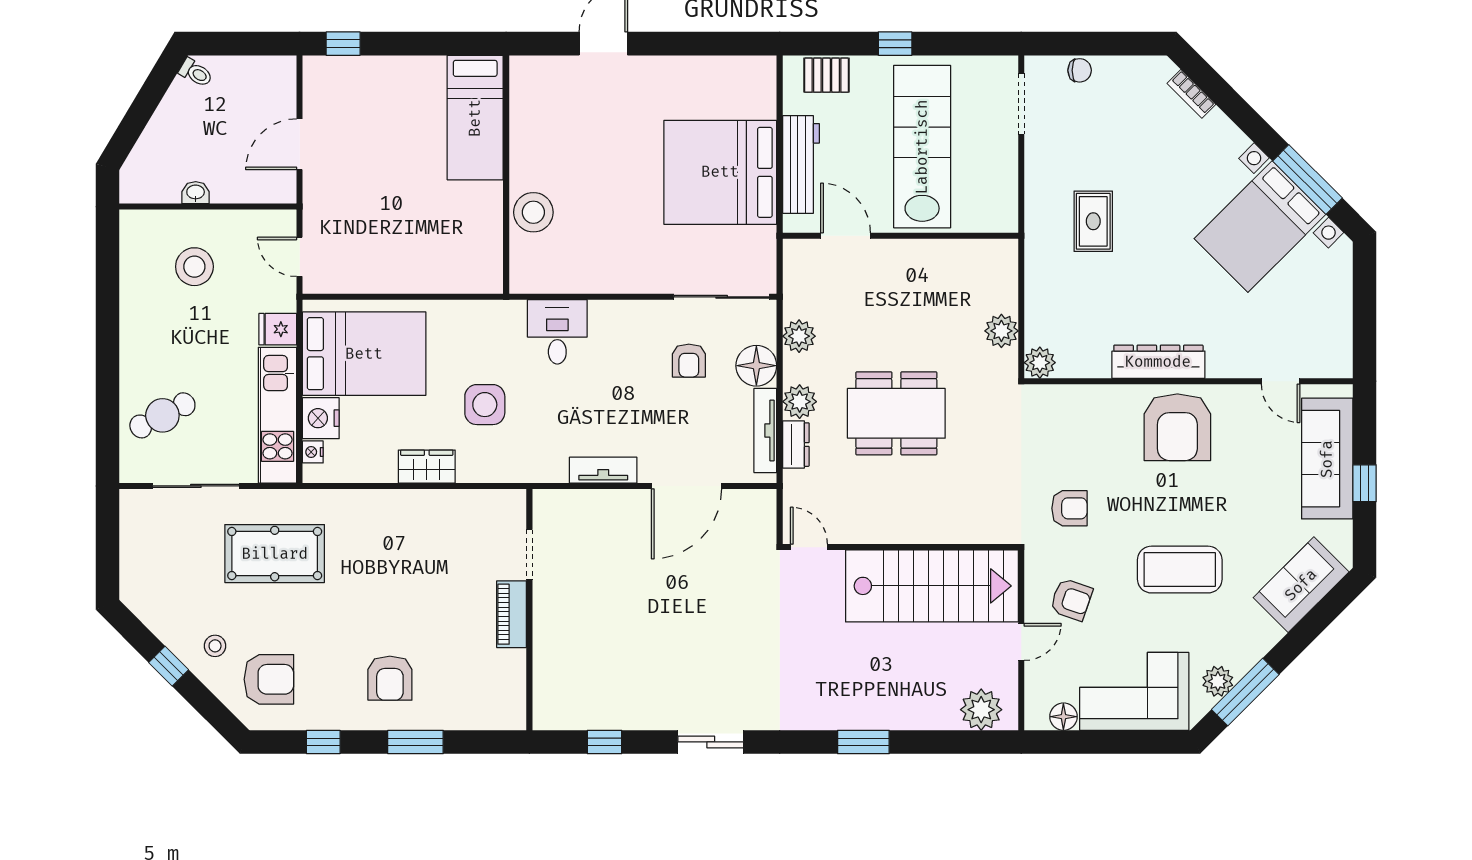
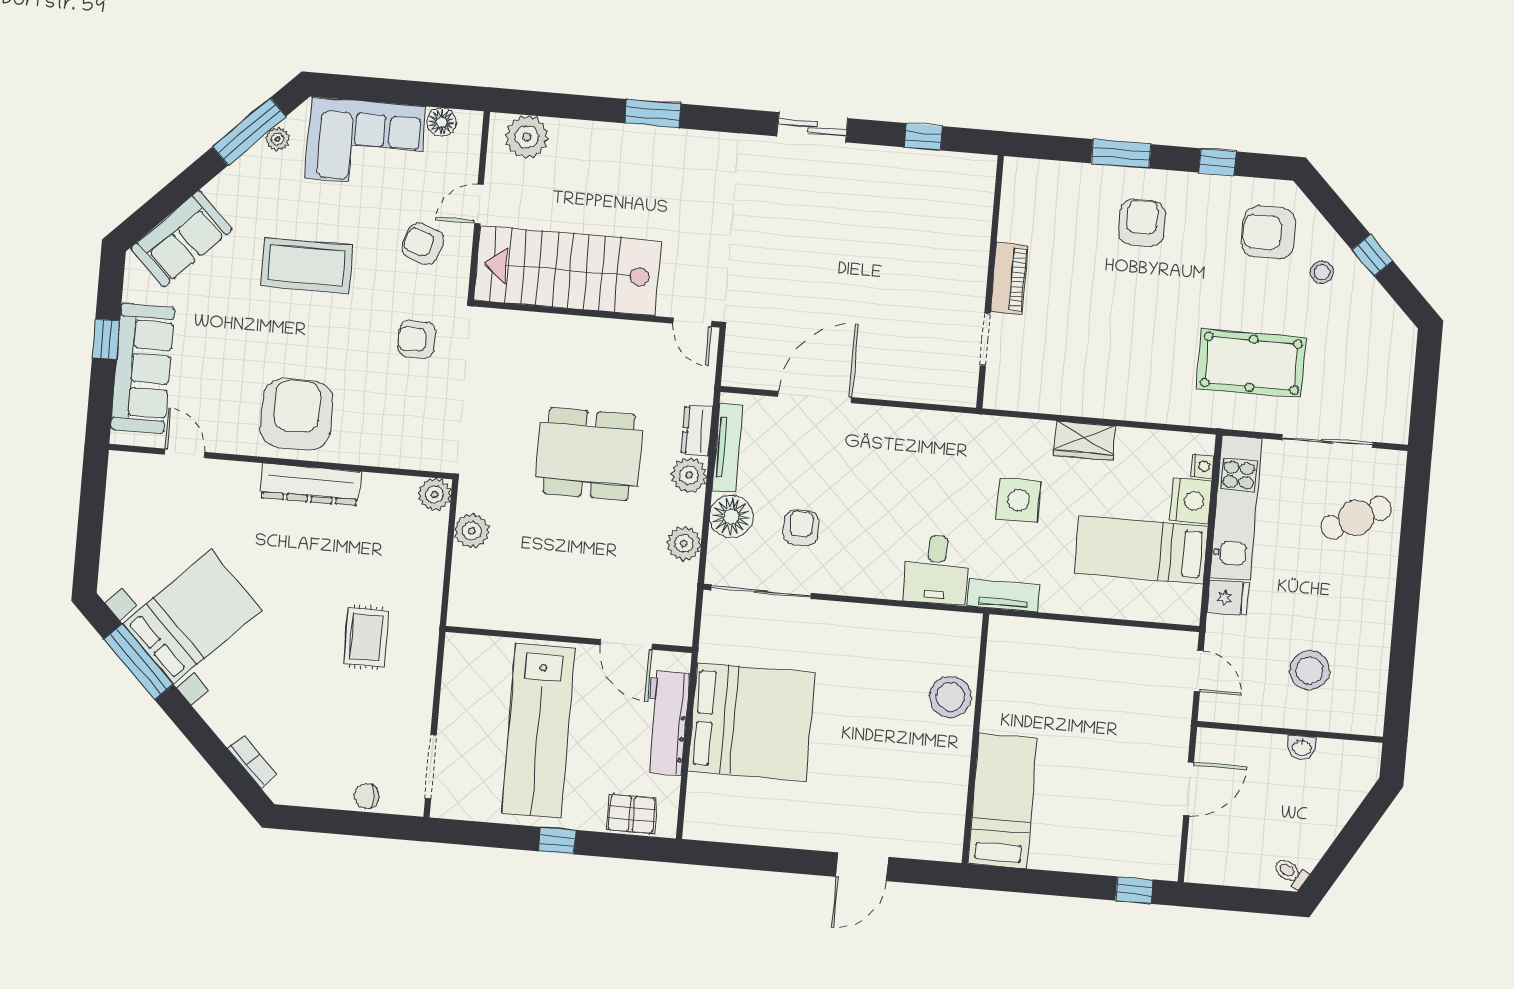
bed: (364, 354) -> (1141, 550), width x0.67
tv unit: (603, 470) -> (1003, 596), moved, turned 180
plant: (1218, 681) -> (278, 139), width x0.73, depth x0.73

